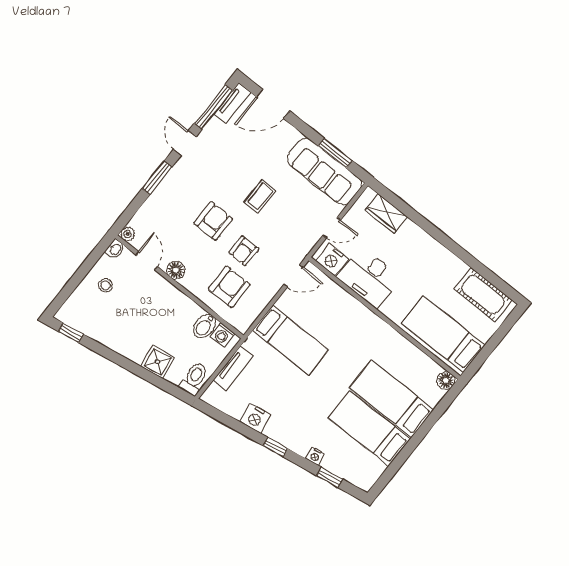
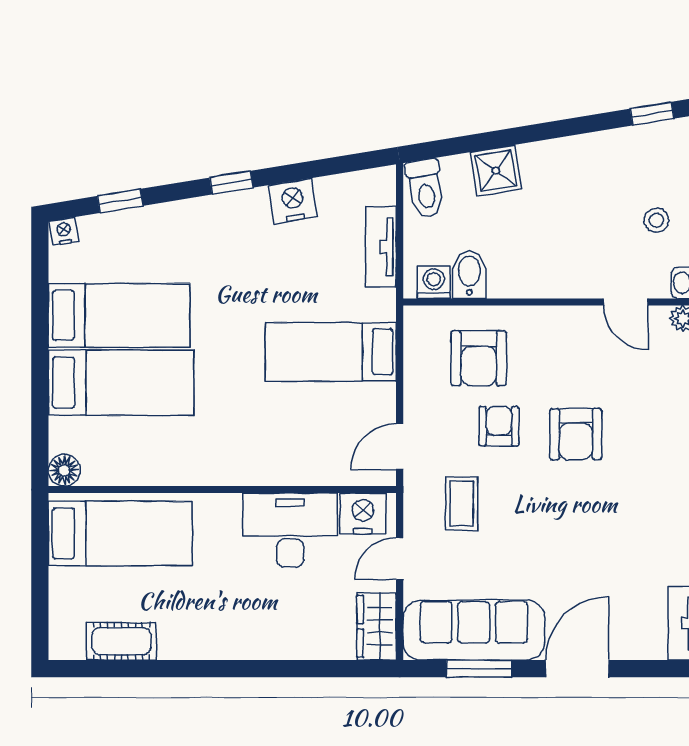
door: (273, 104) -> (577, 669), moved
coffee table: (260, 196) -> (462, 504), moved
wardrobe: (386, 214) -> (377, 626), moved, turned -90
floor lamp: (176, 270) -> (574, 322), removed
cot: (483, 295) -> (121, 641), width x0.73, depth x0.75
nightstand: (315, 456) -> (64, 231), moved

